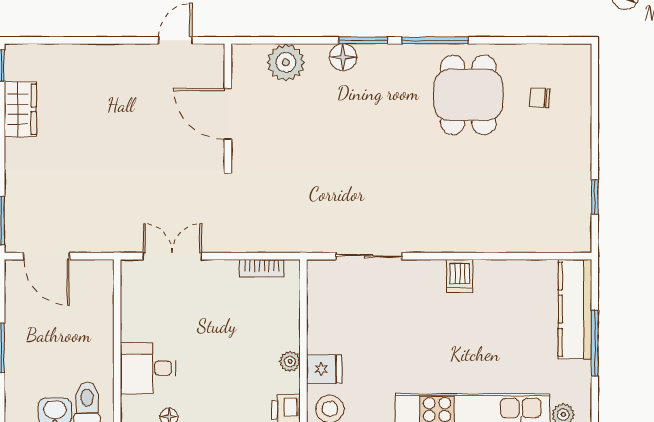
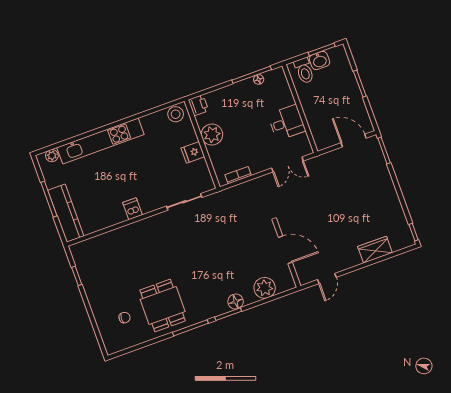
wardrobe: (20, 109) -> (375, 250), moved, turned 90
plant: (290, 361) -> (212, 134), width x1.88, depth x1.88
desk: (148, 368) -> (287, 123), moved
fridge: (324, 369) -> (193, 152), moved

